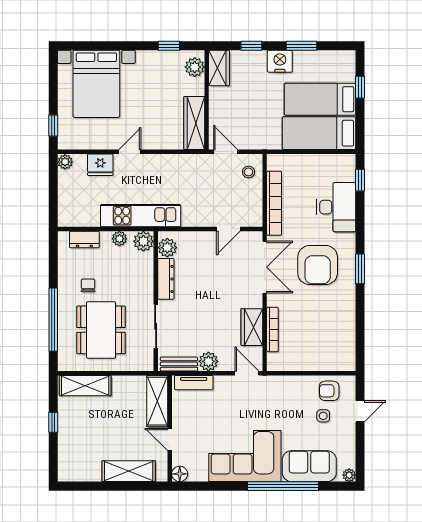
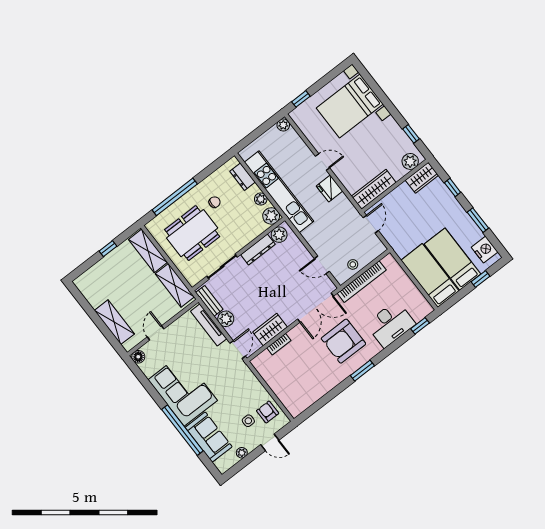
nightstand: (280, 61) -> (485, 250), moved
fridge: (100, 165) -> (330, 189), moved
stool: (249, 172) -> (353, 264), moved
kitchen unit: (141, 216) -> (279, 192), width x1.36
bookcase: (272, 329) -> (279, 344), width x0.64
tv unit: (194, 383) -> (209, 325), width x1.41
shelving: (157, 401) -> (175, 285), moved, turned 90
plant: (349, 475) -> (242, 453), moved

